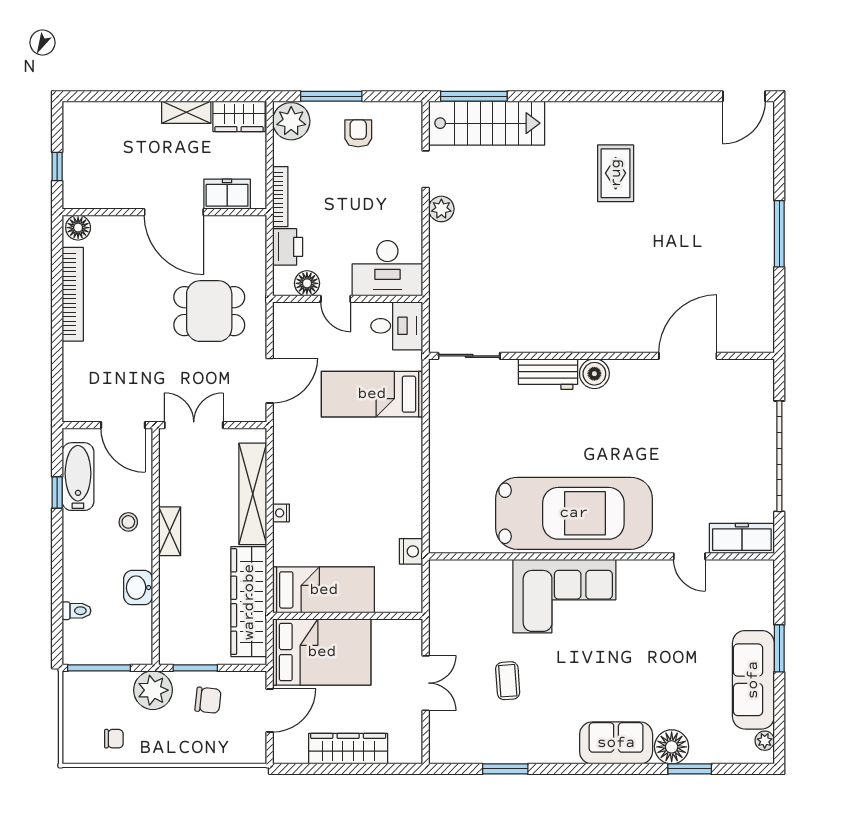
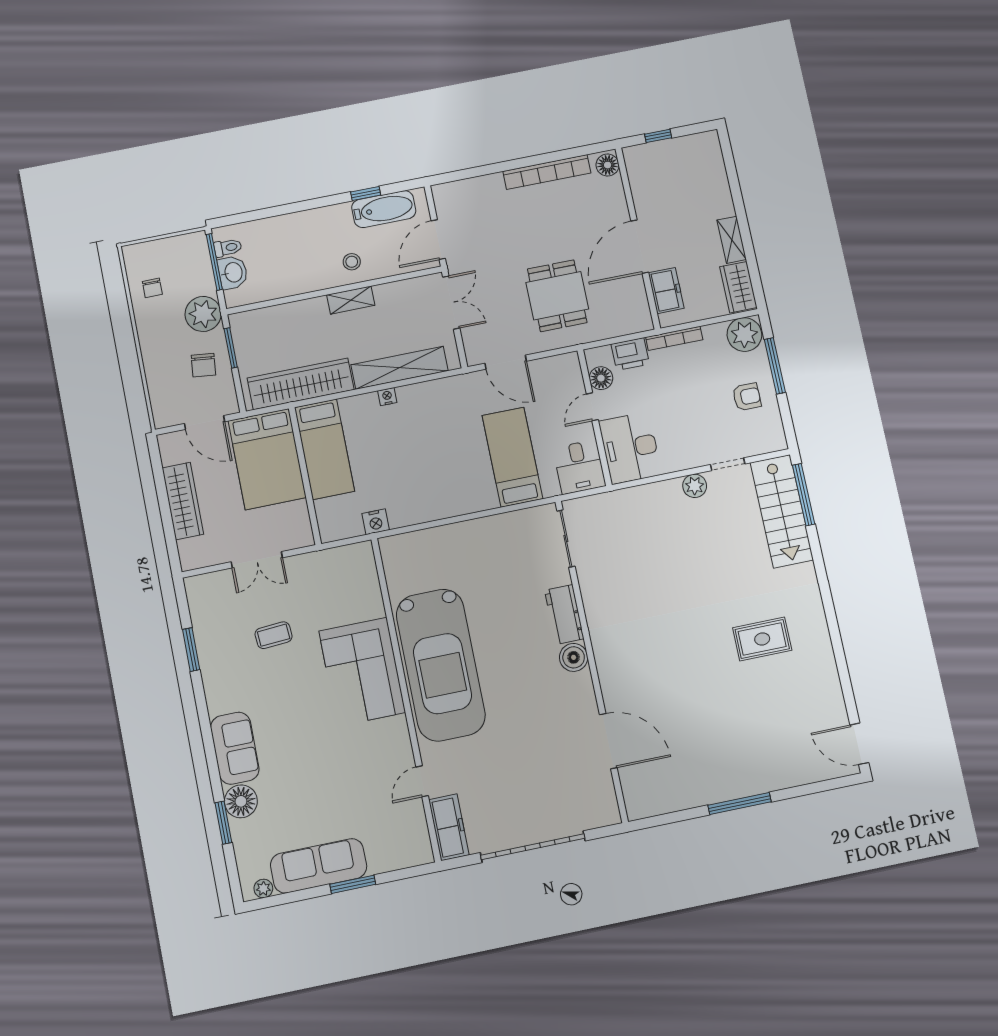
washbasin: (138, 588) -> (233, 272), moved, turned 90
toilet: (76, 611) -> (228, 248), moved, turned -90

